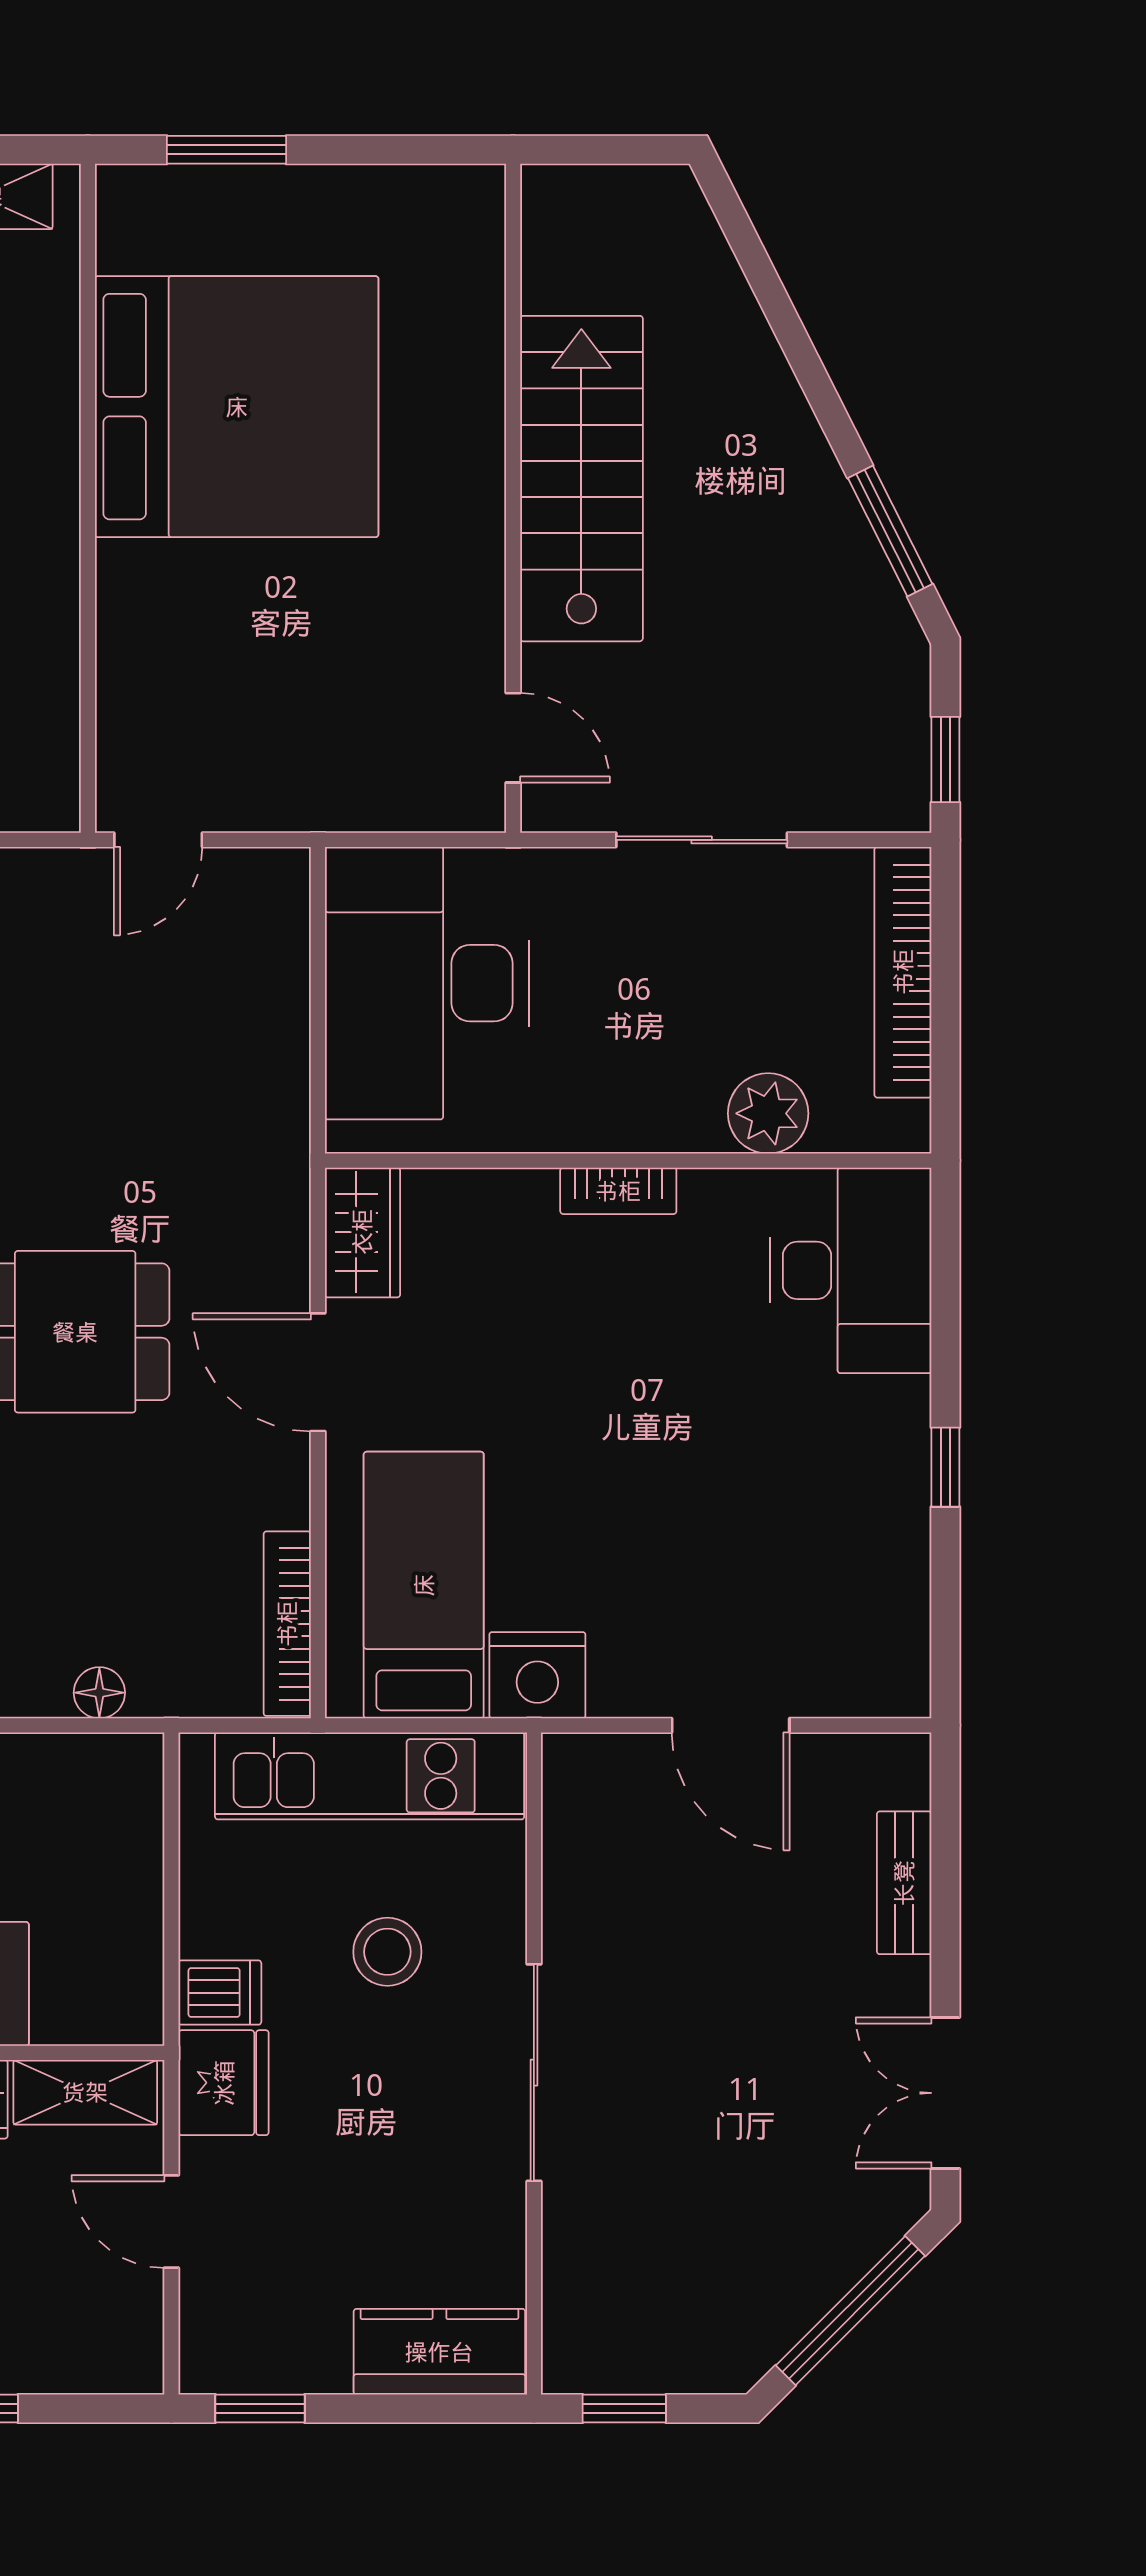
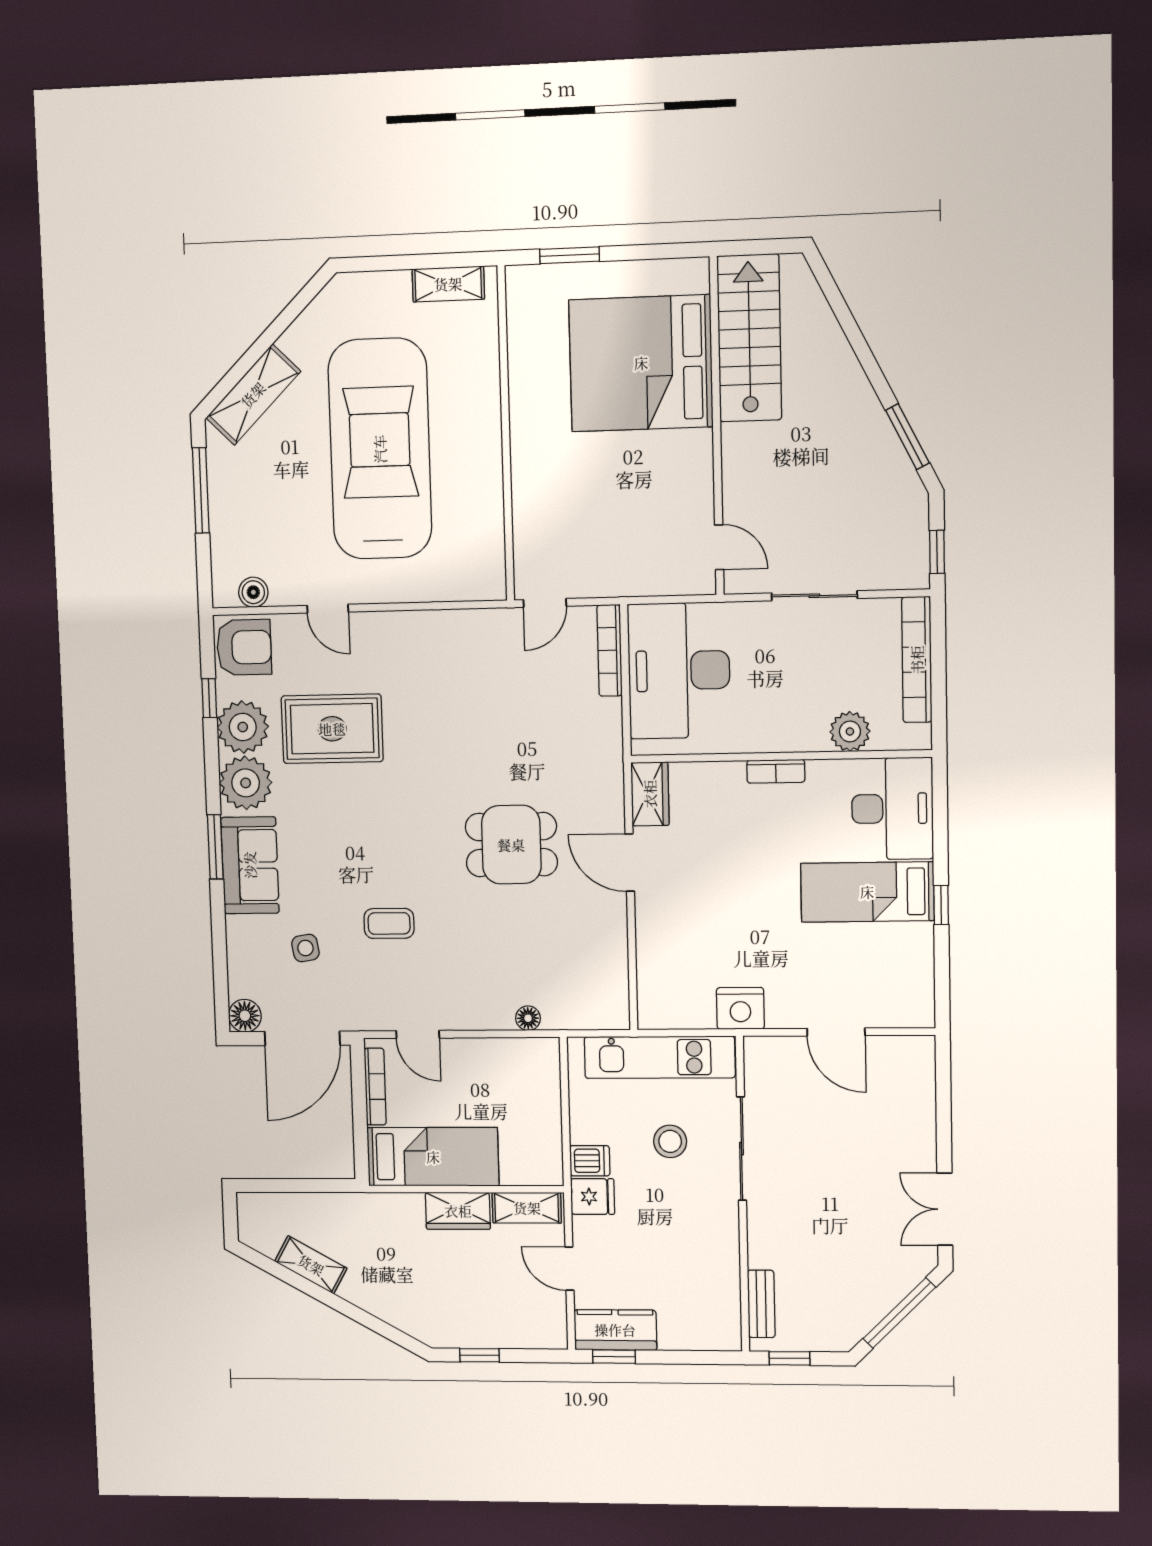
bed: (237, 407) -> (641, 363), moved, turned 180
stairs: (581, 479) -> (749, 338), moved
bed: (424, 1585) -> (867, 892), moved, turned -90
bookcase: (287, 1624) -> (610, 650), moved
bench: (904, 1883) -> (761, 1304), moved
sliding door: (534, 2073) -> (742, 1149), moved
fridge: (224, 2083) -> (592, 1197), width x0.72
kitchen counter: (439, 2352) -> (615, 1330), moved

